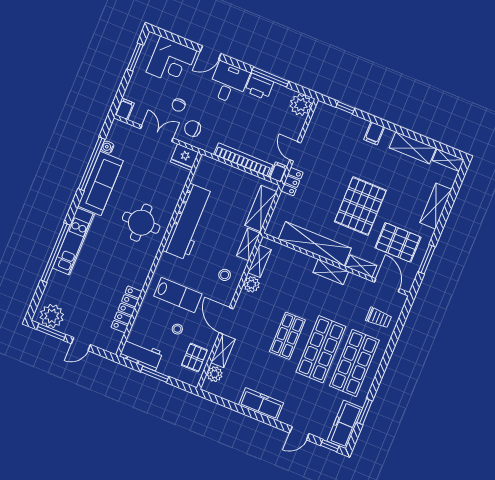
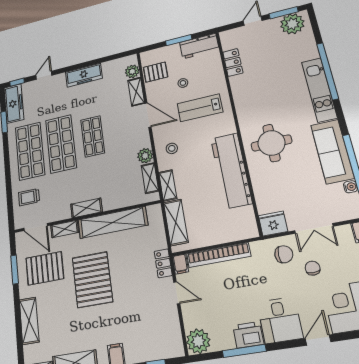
locker: (126, 309) -> (233, 62), width x0.66
pallet: (194, 358) -> (156, 72), turned 90

